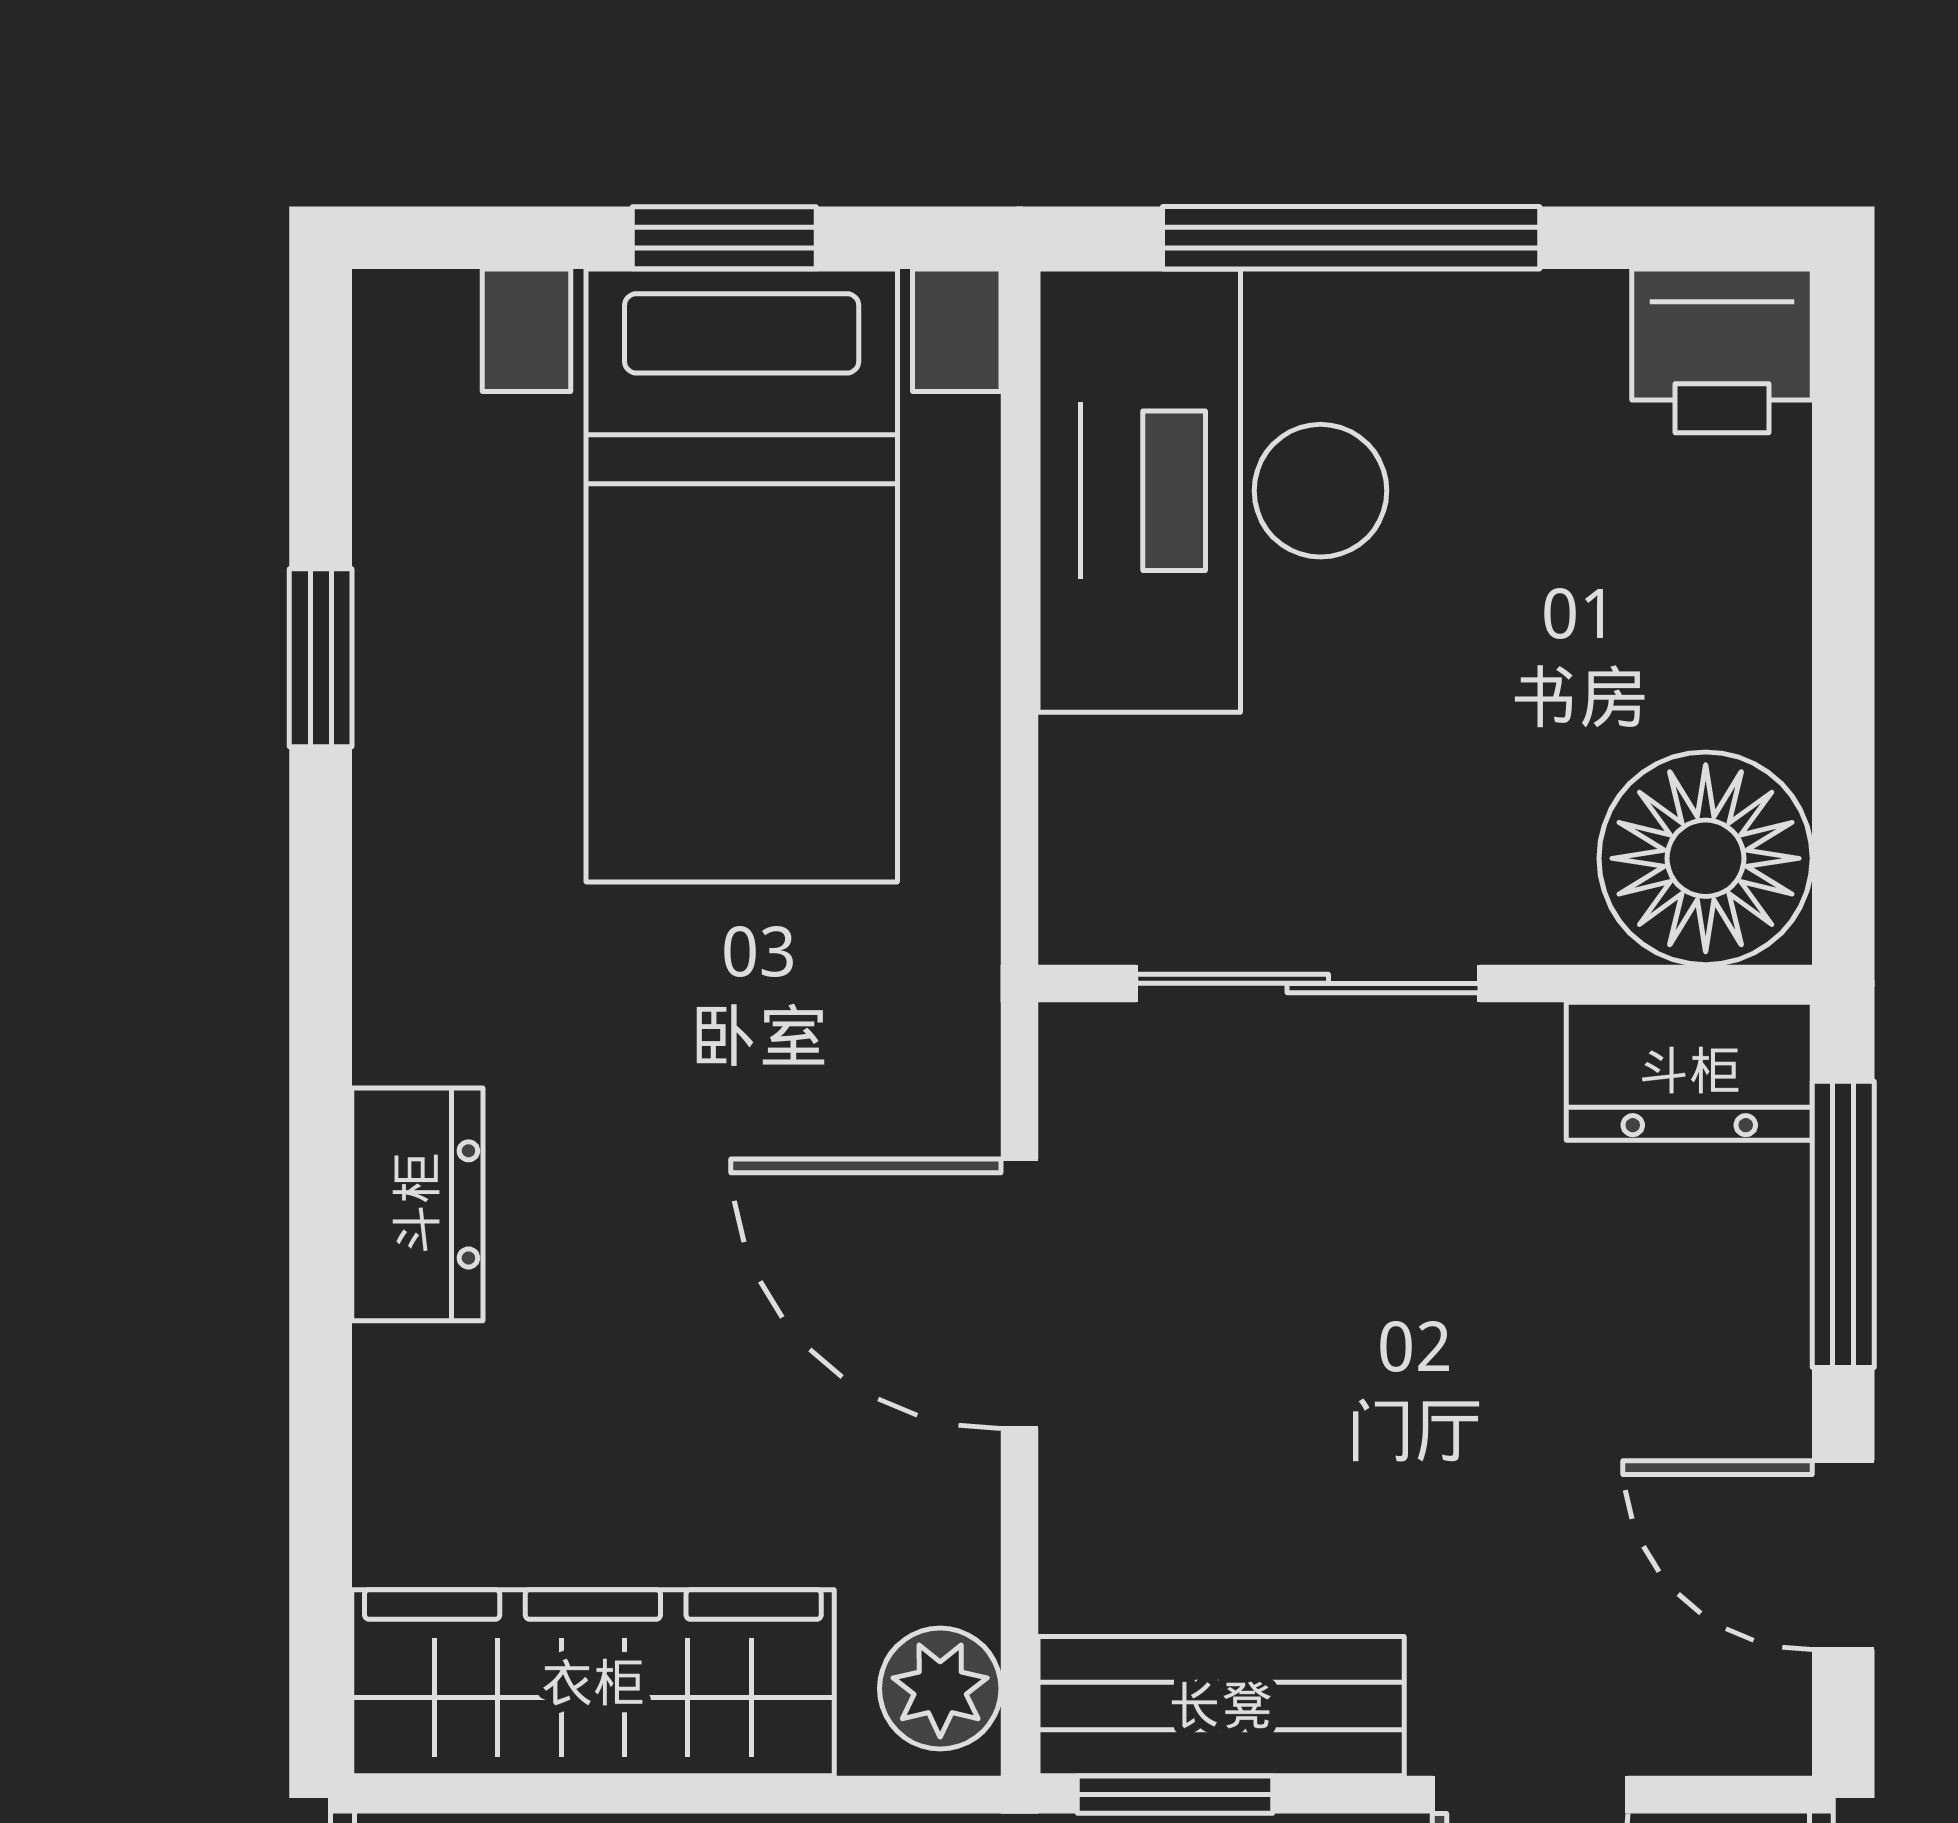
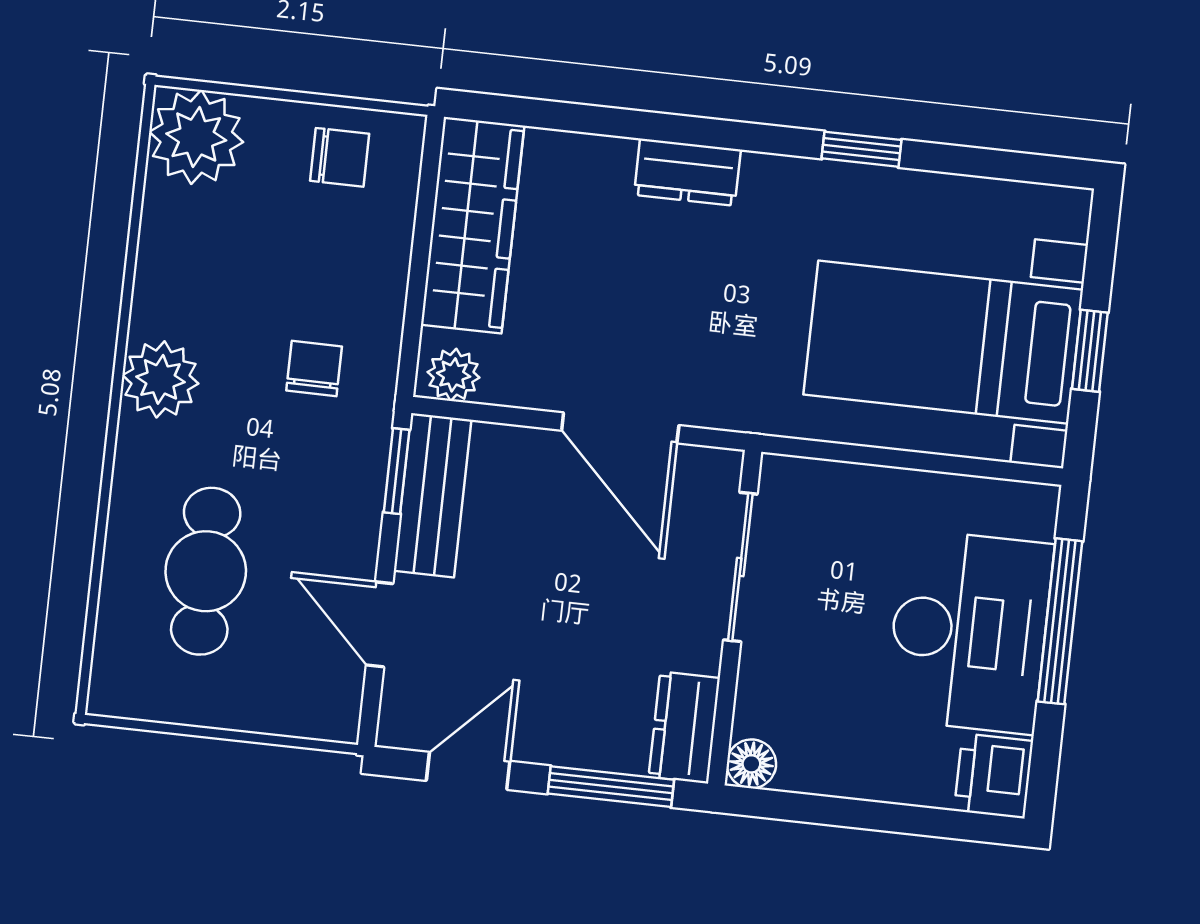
desk: (1212, 491) -> (969, 632), moved, turned 90
window: (321, 658) -> (861, 149), moved
floor lamp: (1706, 858) -> (751, 764), width x0.53, depth x0.53
door: (1020, 1294) -> (620, 428), swing flipped

